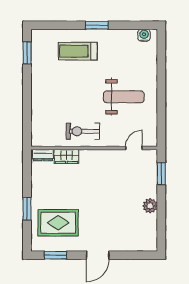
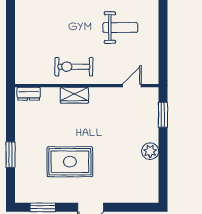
weight bench: (124, 97) -> (120, 28), width x0.73, depth x0.75
wardrobe: (66, 156) -> (74, 95), moved
rug: (58, 223) -> (70, 162), moved

